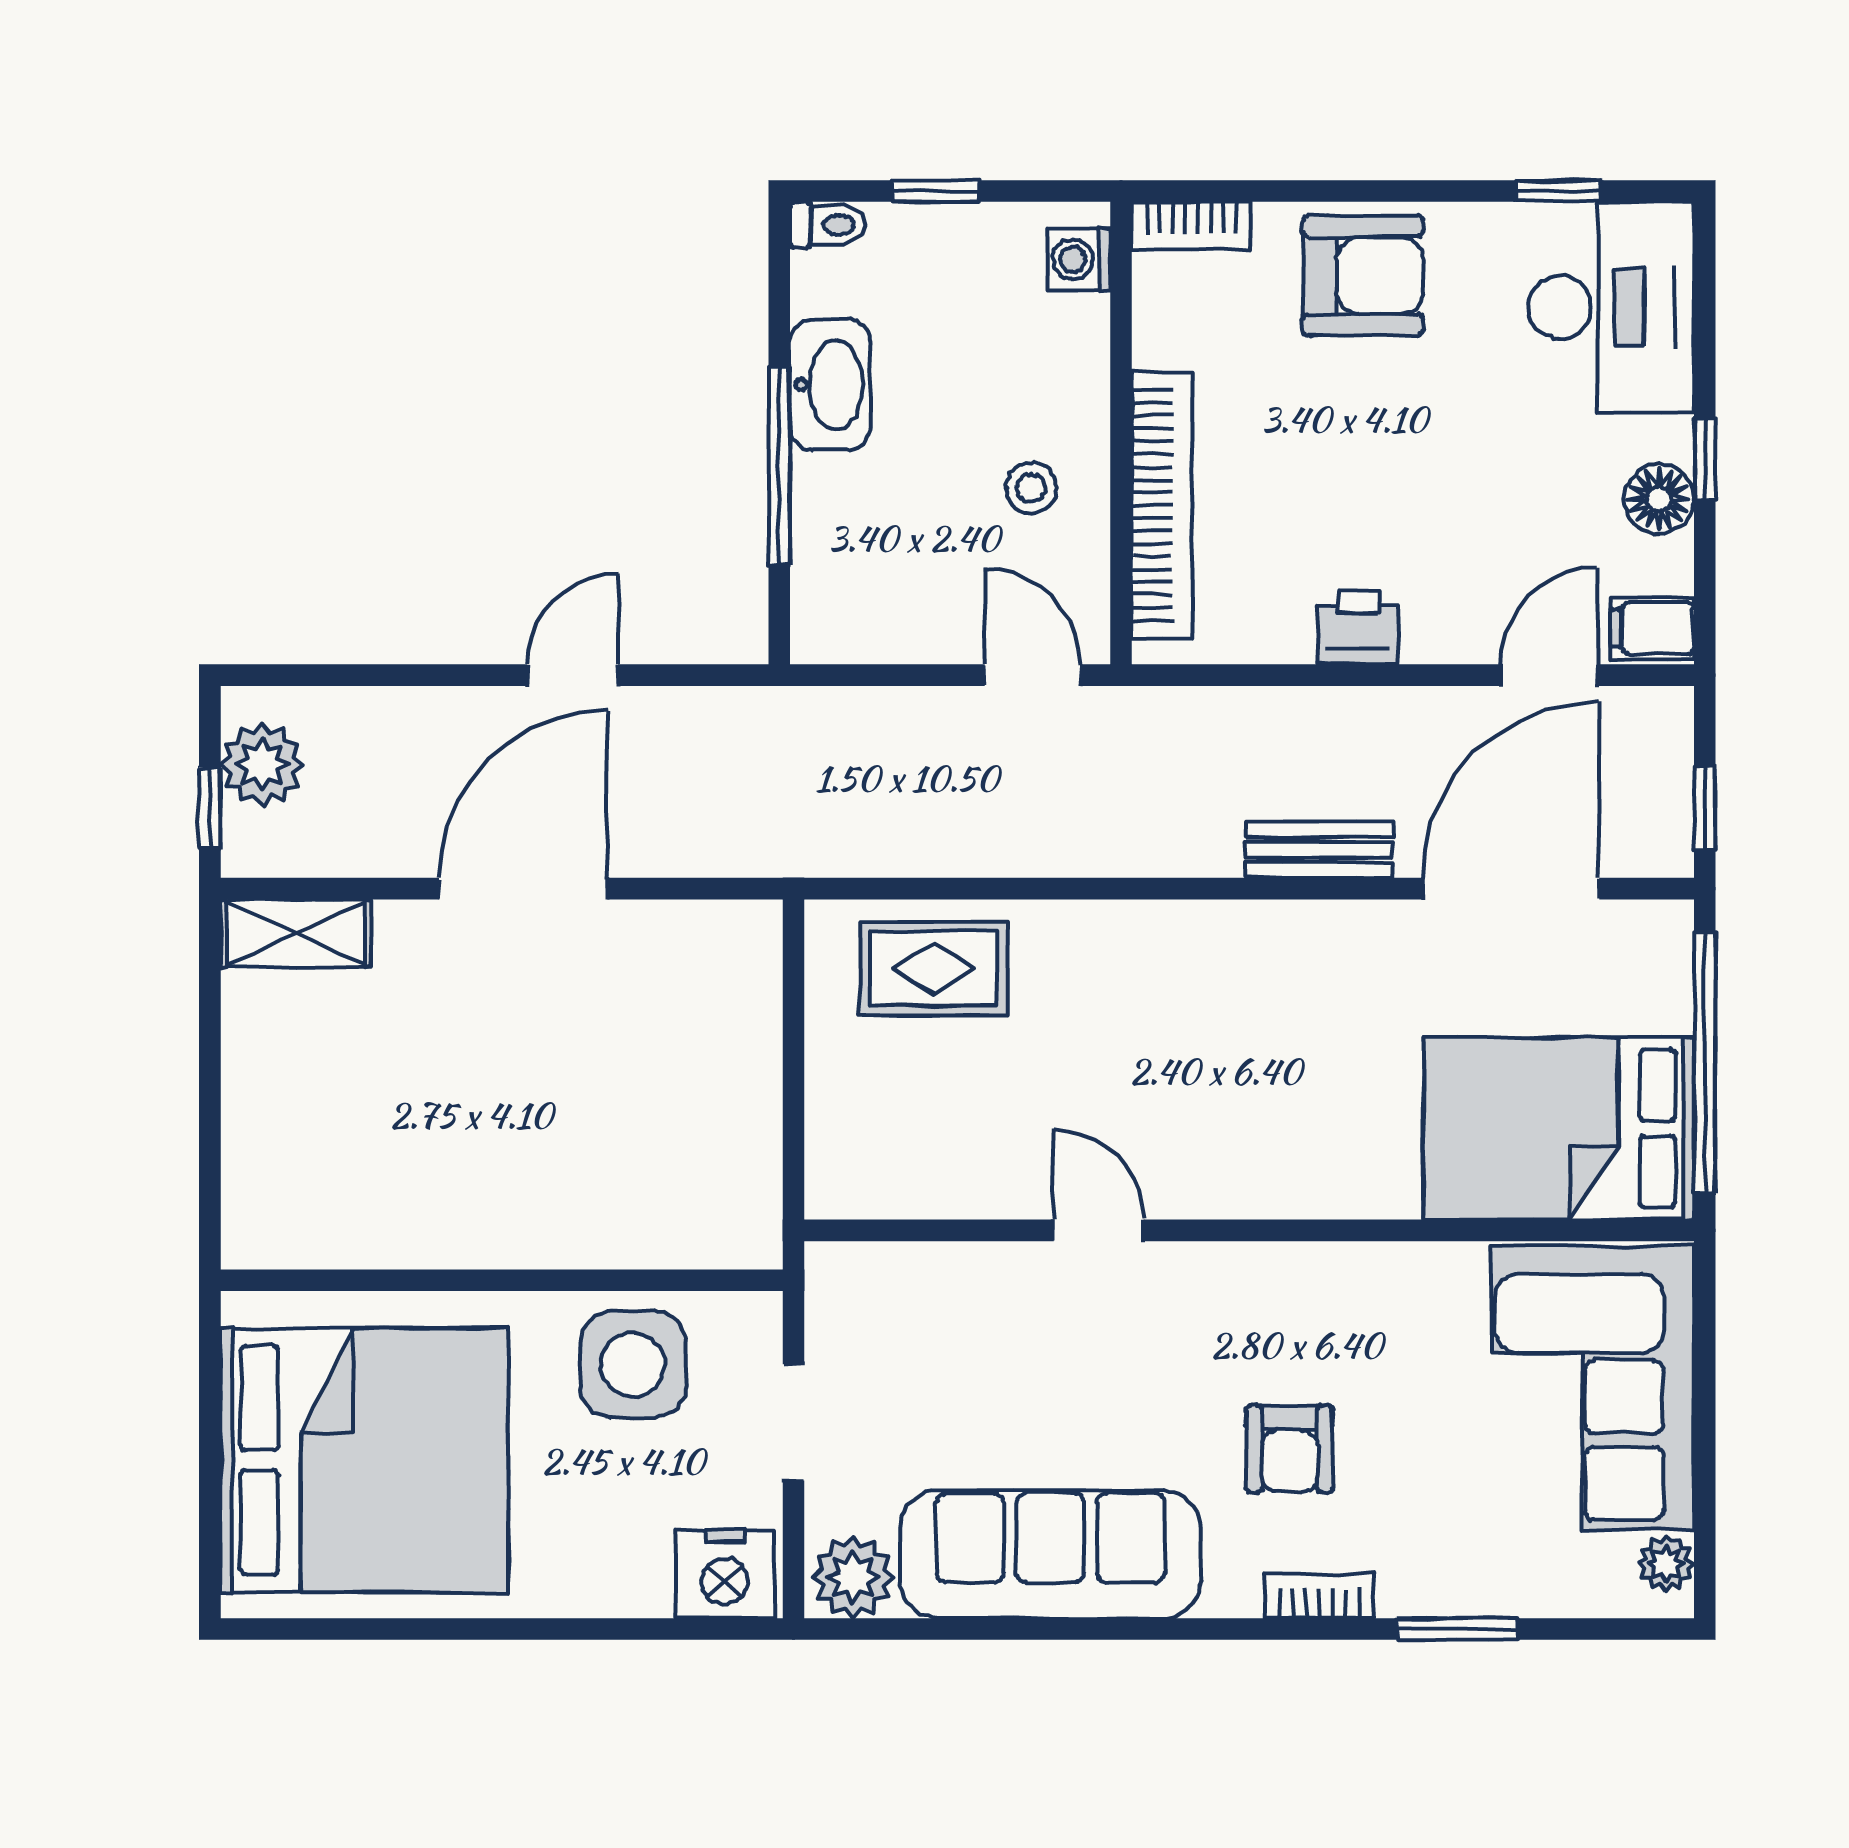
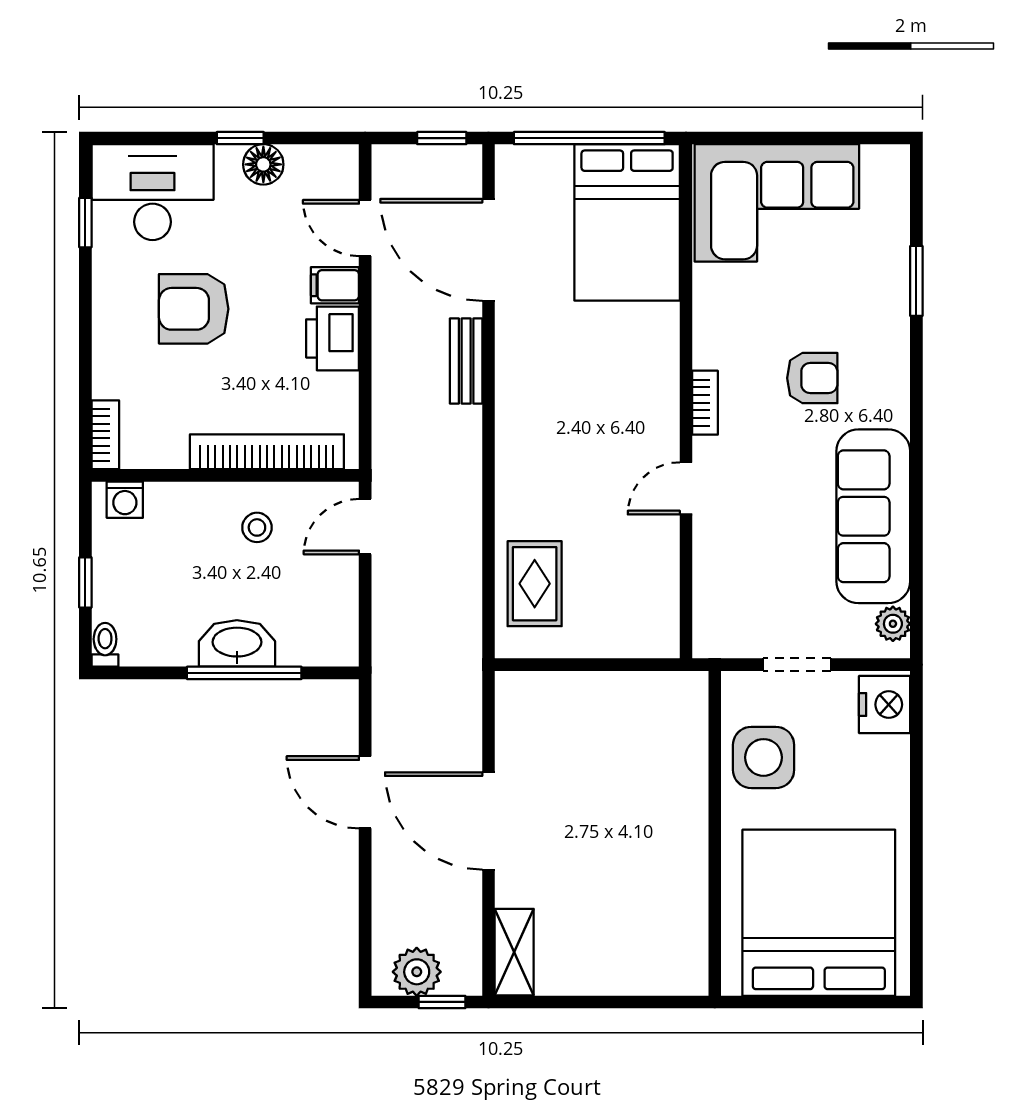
armchair: (1363, 276) -> (194, 309), moved, turned -90
washbasin: (830, 385) -> (237, 643), moved
printer: (1358, 628) -> (333, 338), width x1.36, depth x1.24
filing cabinet: (1652, 628) -> (335, 285), moved, turned 90
door: (573, 675) -> (365, 792), width x1.38
plant: (1666, 1564) -> (879, 160), removed
plant: (853, 1577) -> (893, 624), width x0.73, depth x0.73
bookcase: (1319, 1596) -> (705, 403), moved, turned 180

